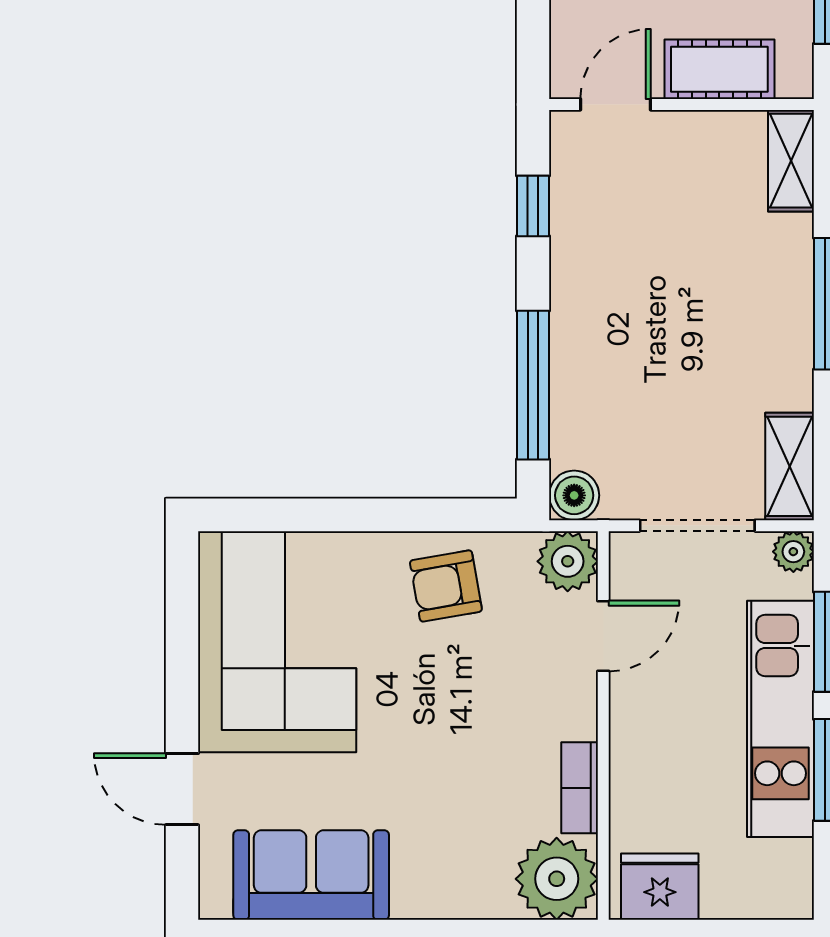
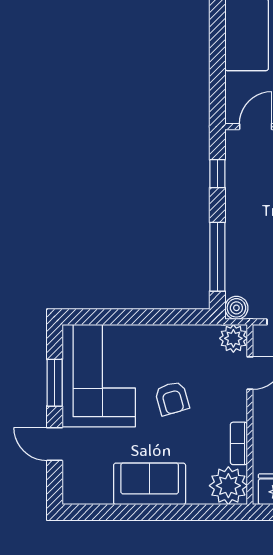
armchair: (446, 586) -> (172, 398), moved, turned -96
window: (182, 657) -> (55, 383), added
sofa: (311, 875) -> (150, 484), moved

